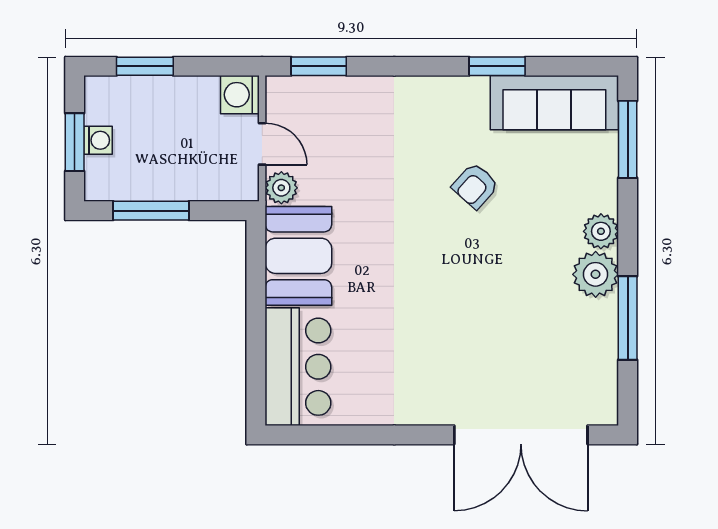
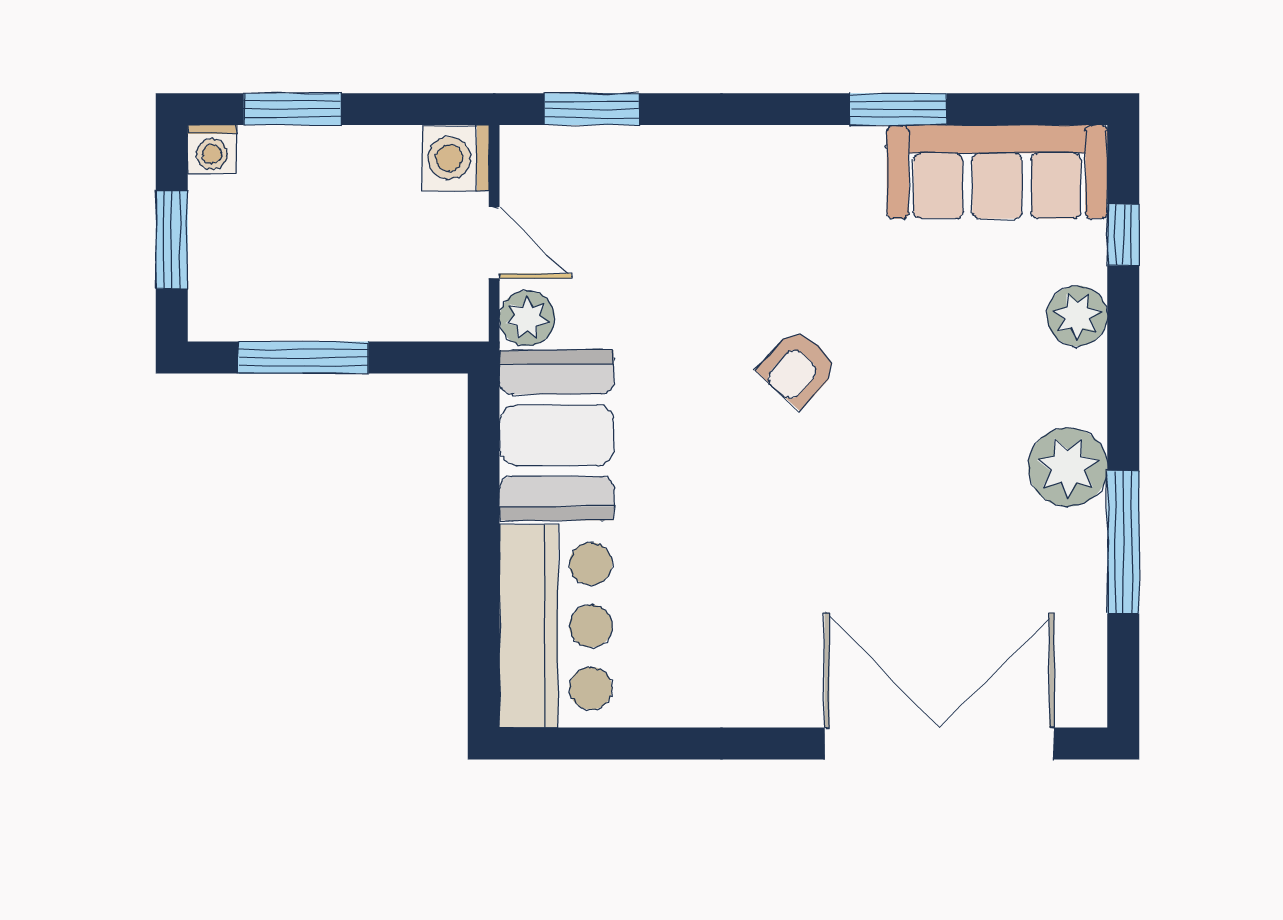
window: (628, 139) -> (1123, 235), width x0.46
washing machine: (98, 140) -> (212, 149), moved, turned 90
armchair: (475, 186) -> (798, 368), moved
plant: (601, 231) -> (1077, 316), moved
double door: (521, 435) -> (939, 743), swing flipped

